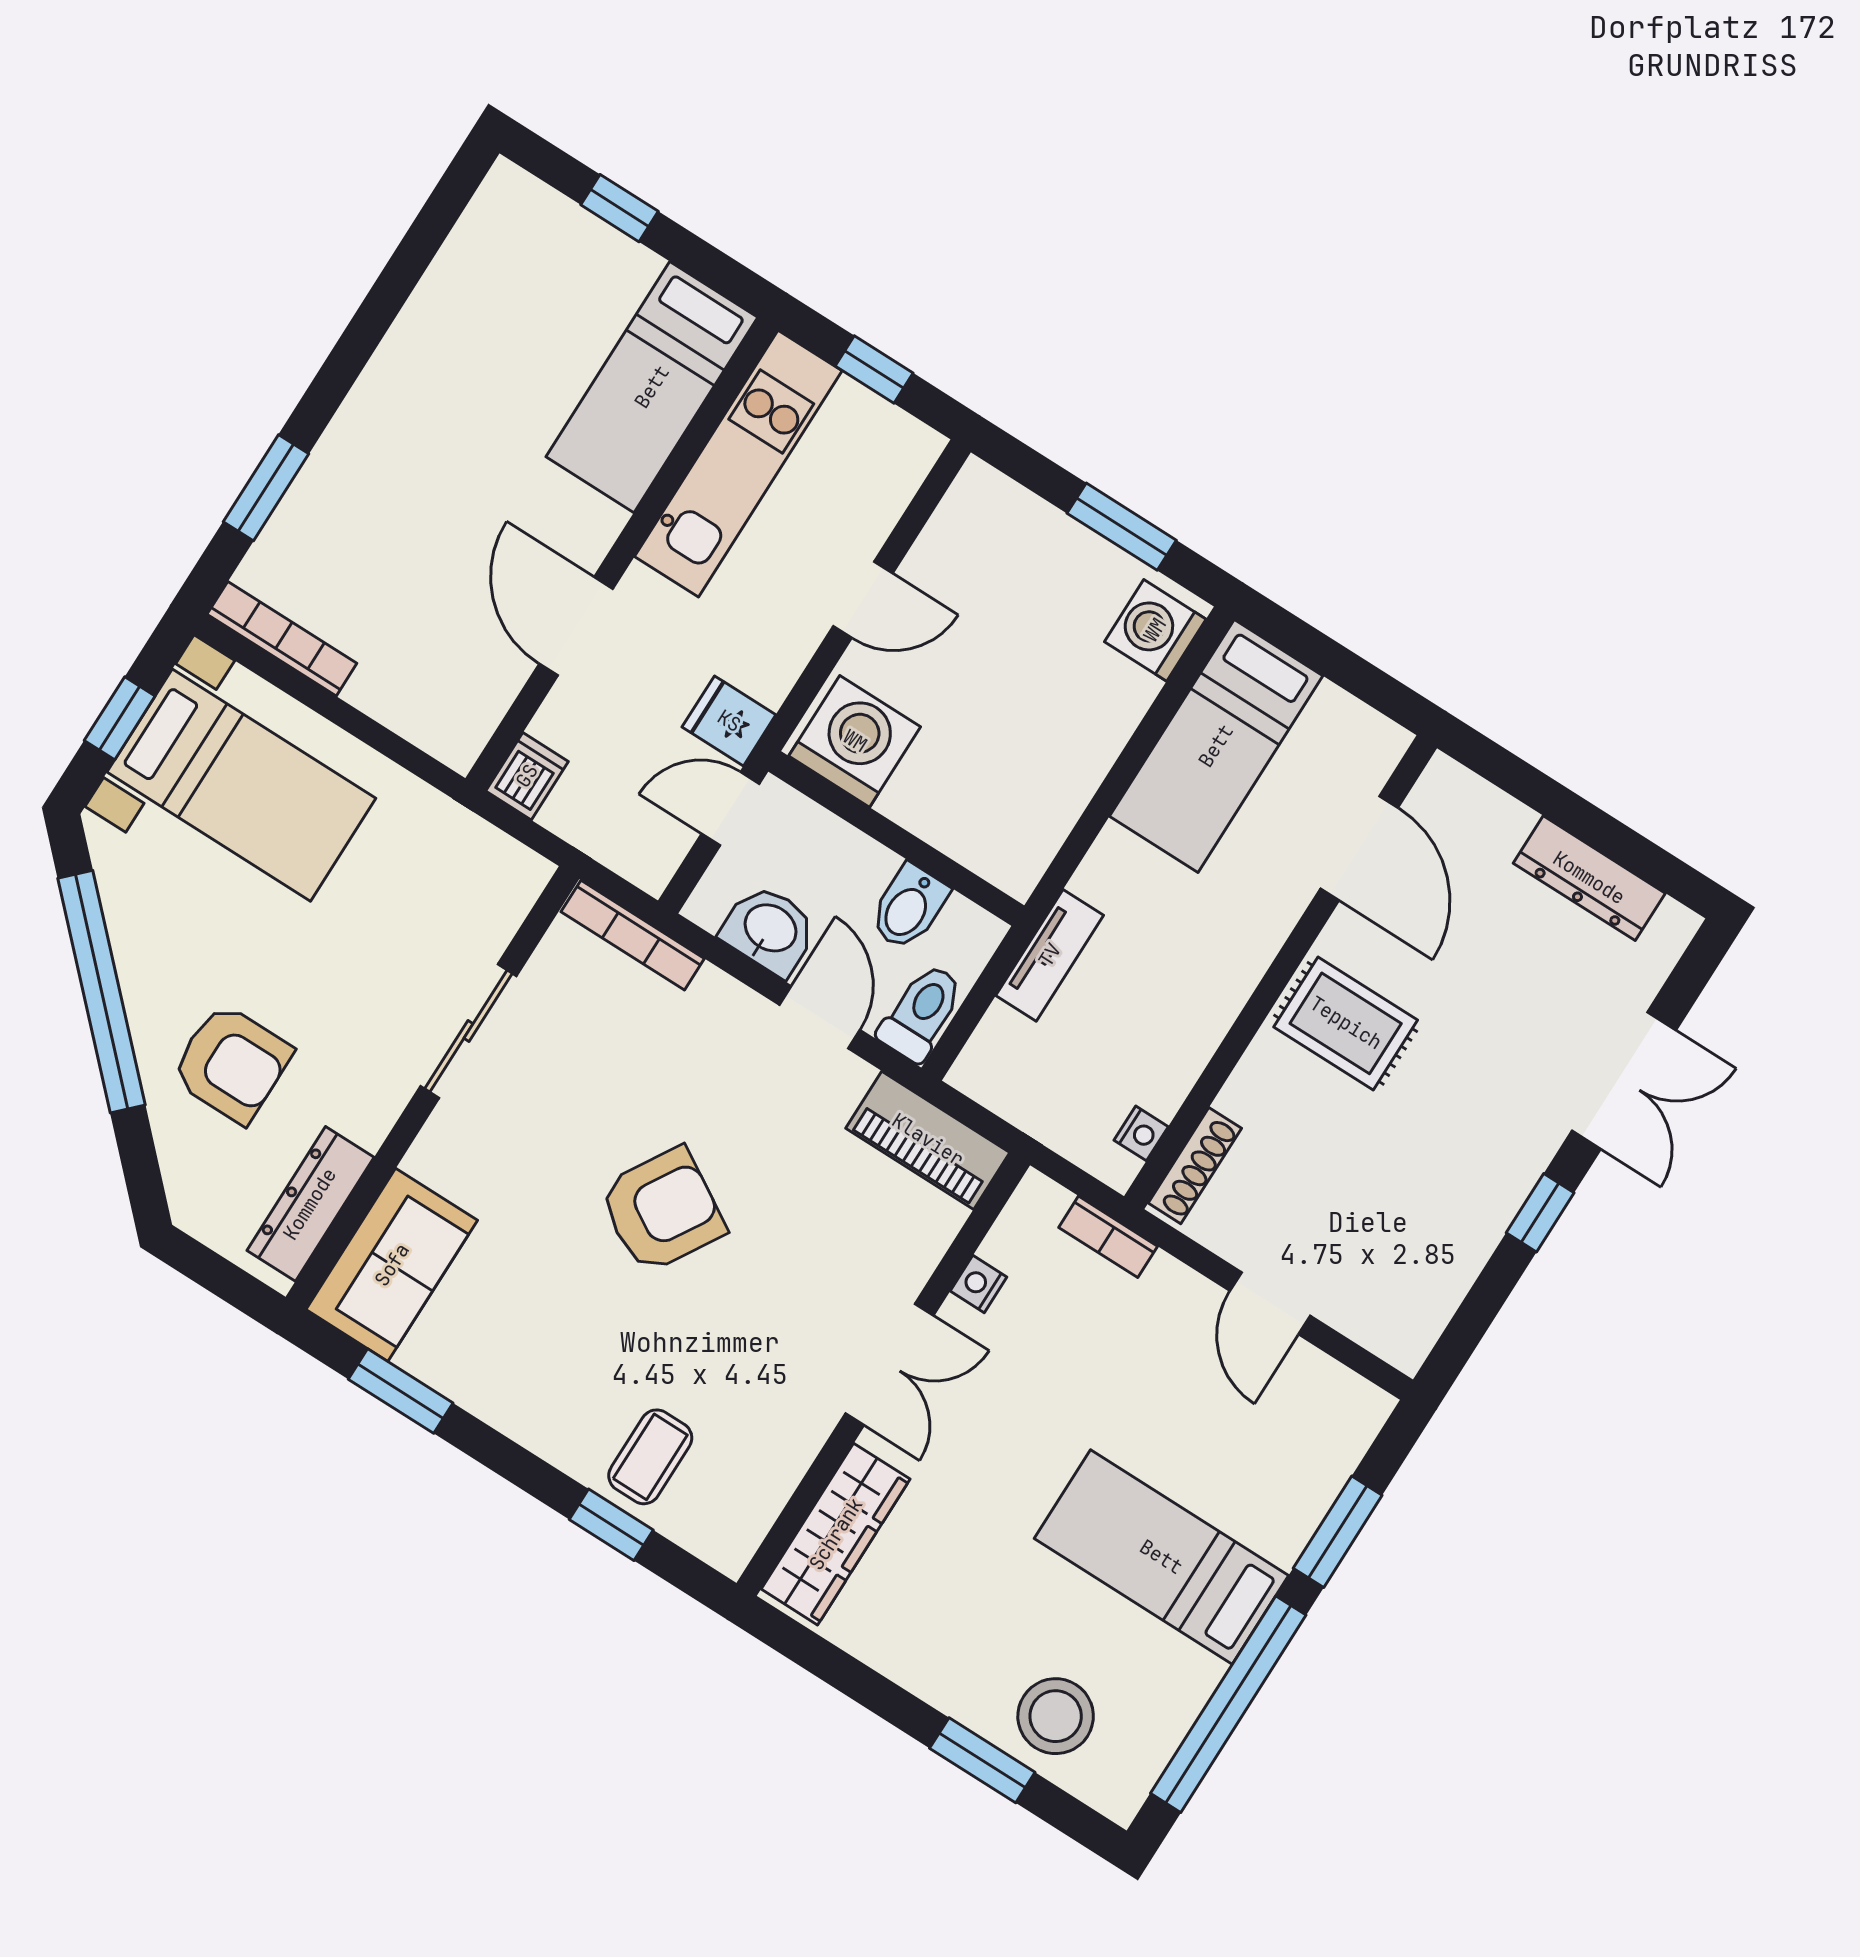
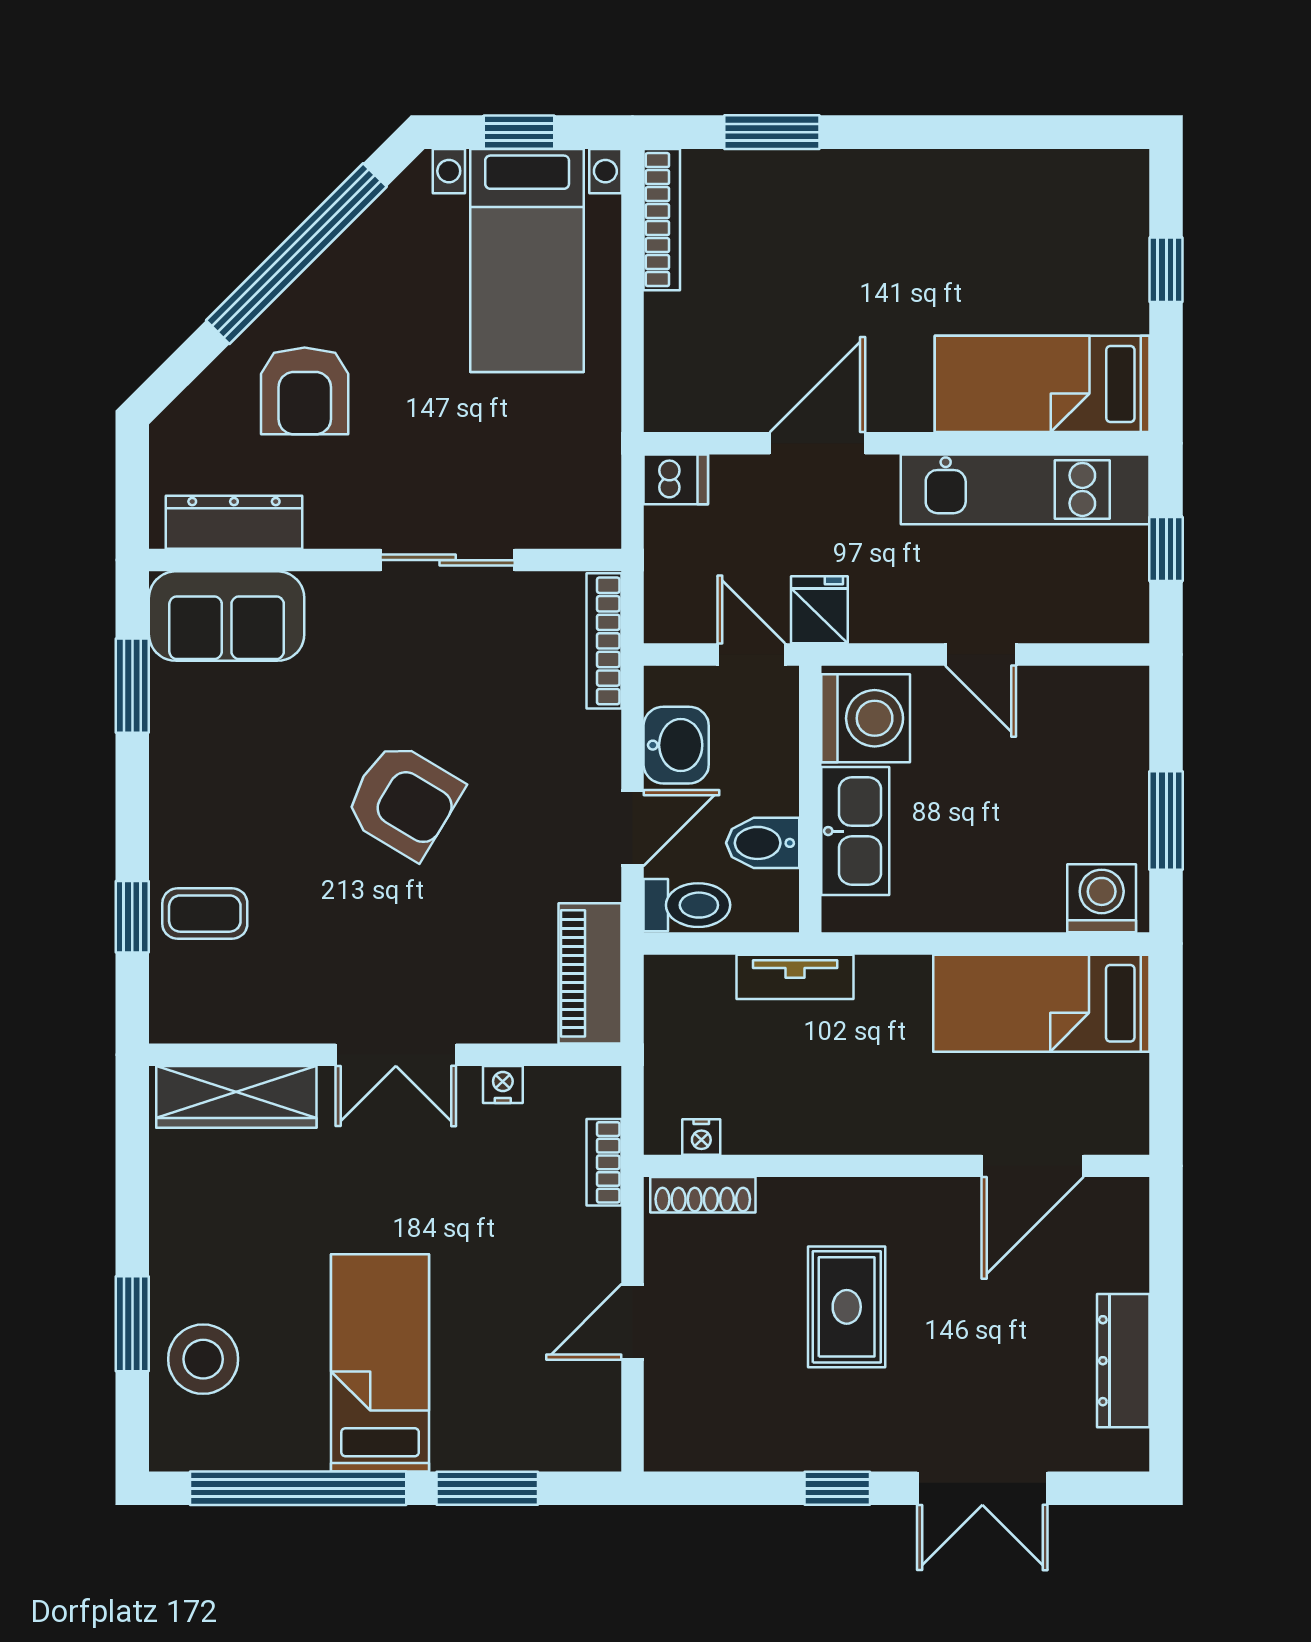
kitchen sink: (951, 816) -> (855, 831), added
rug: (1346, 1023) -> (847, 1307), moved

